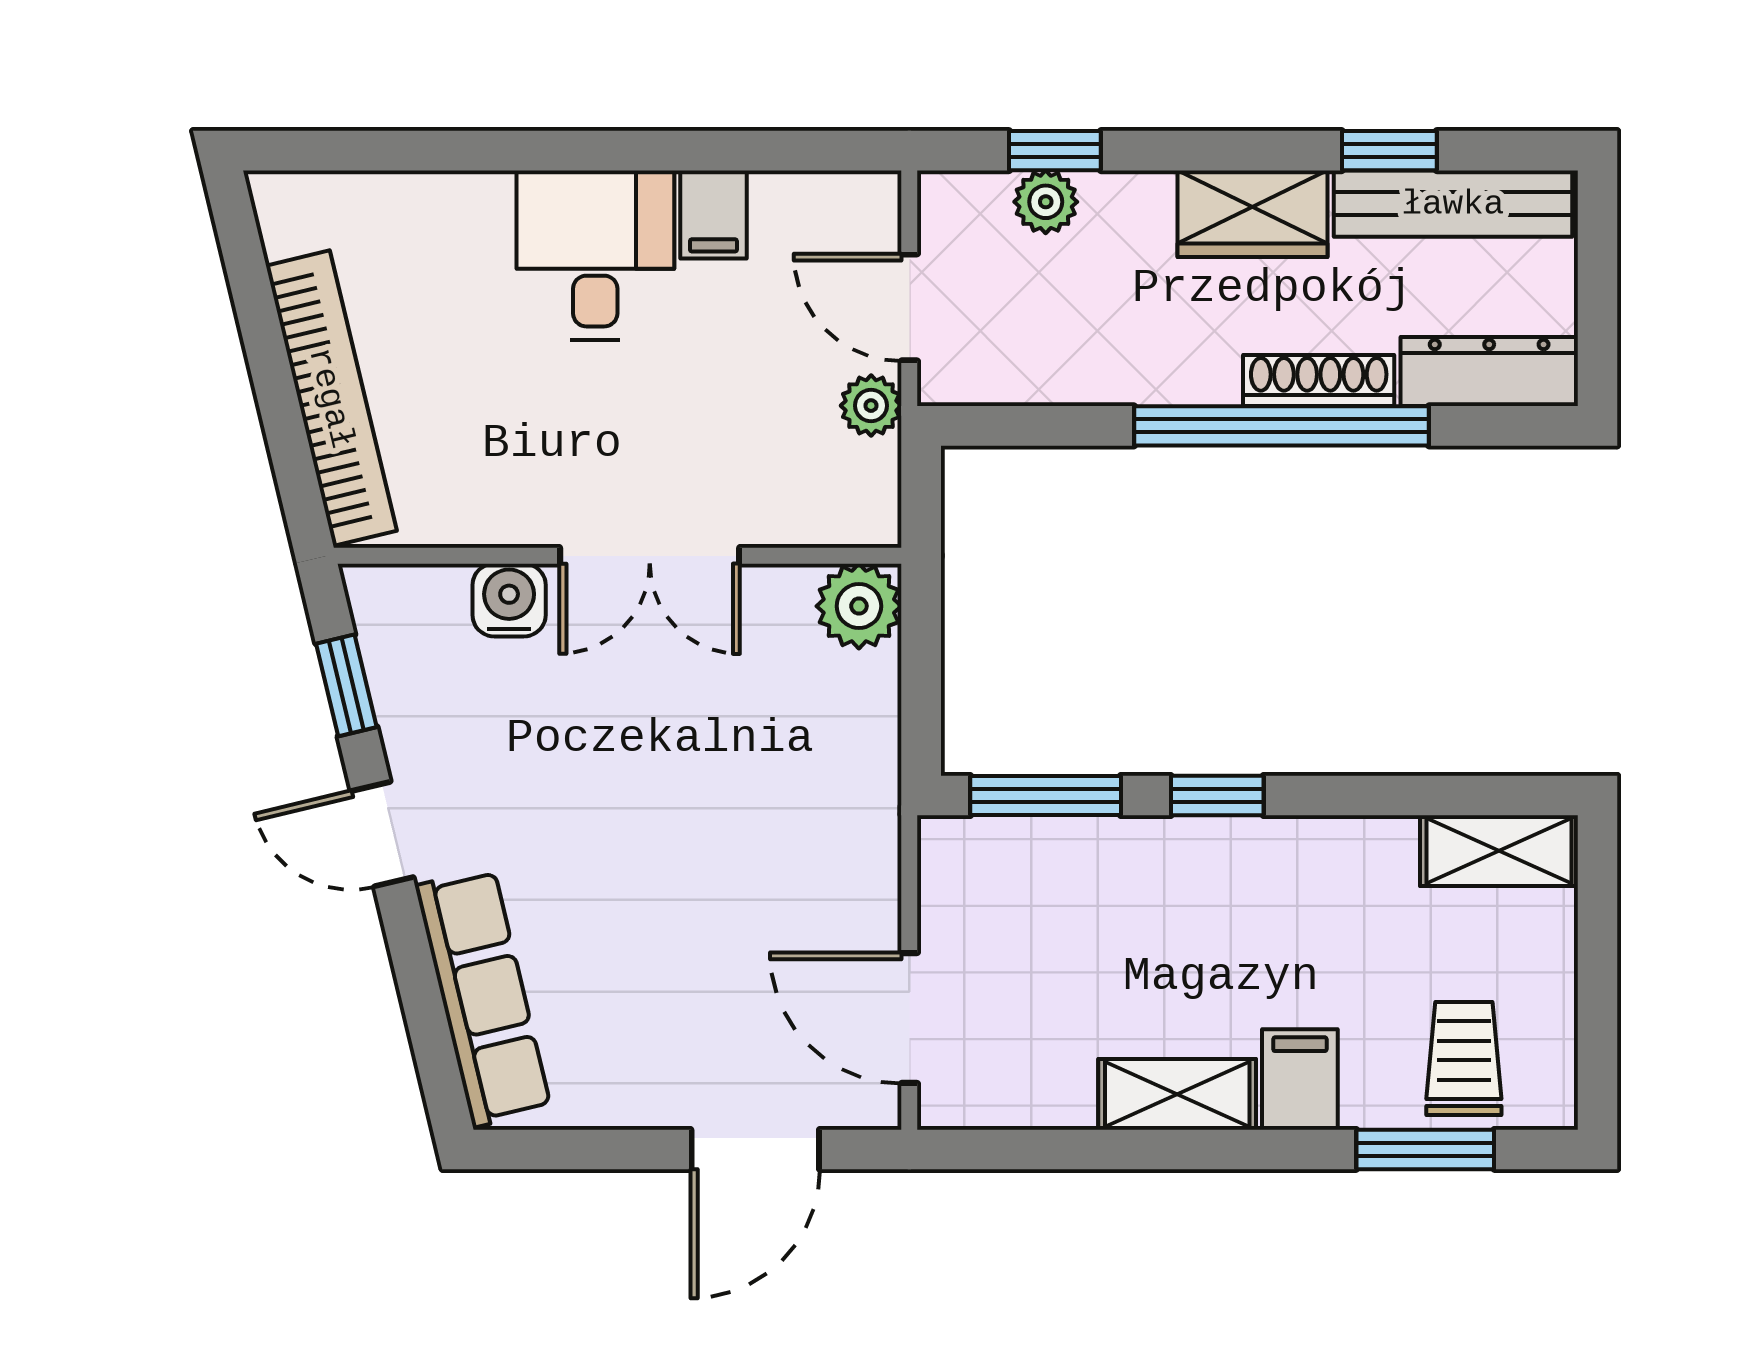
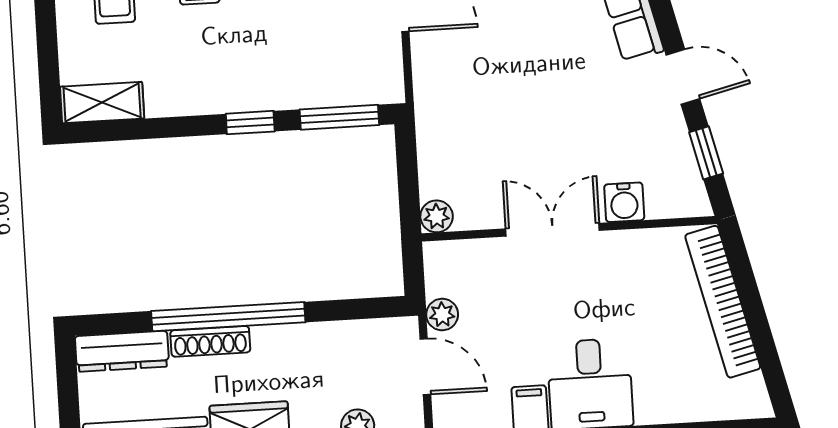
plant: (859, 606) -> (437, 216), width x0.73, depth x0.73

